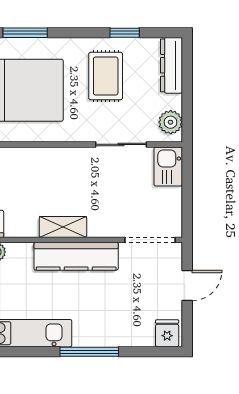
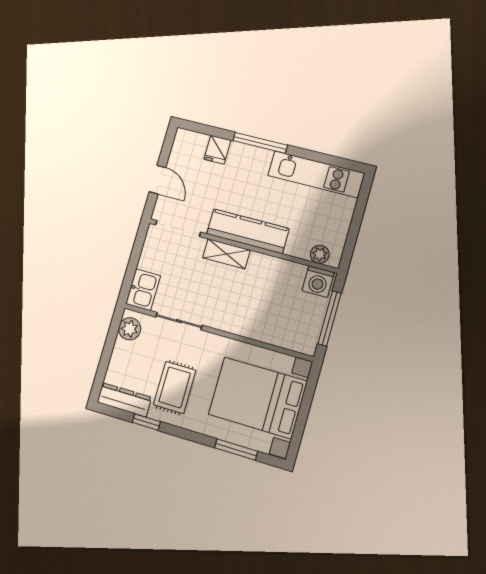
dresser: (172, 65) -> (124, 400), moved, turned -90
shelving: (63, 227) -> (226, 254), moved
door: (187, 286) -> (157, 180), swing flipped
fridge: (167, 333) -> (217, 150), moved

